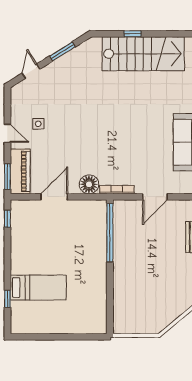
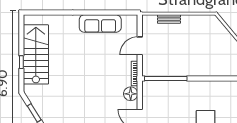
door: (155, 197) -> (140, 46), swing flipped

